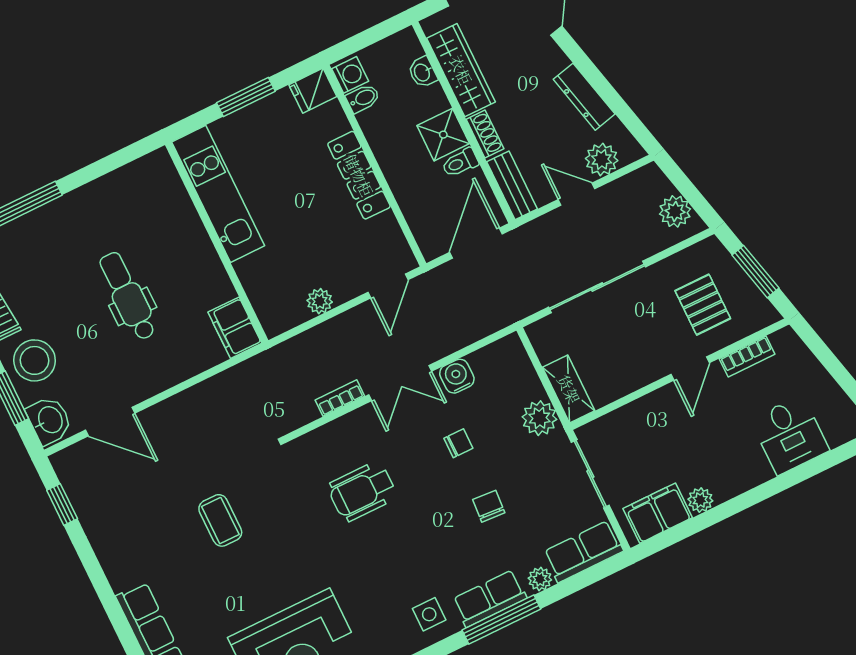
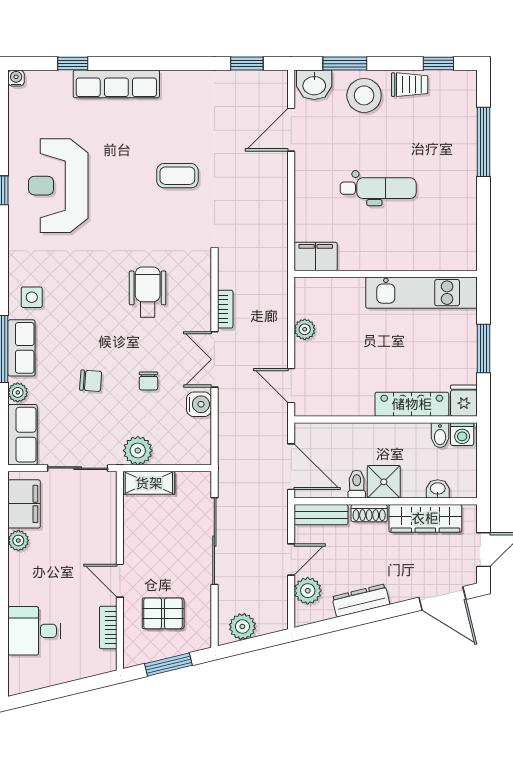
locker: (359, 175) -> (412, 404), moved

